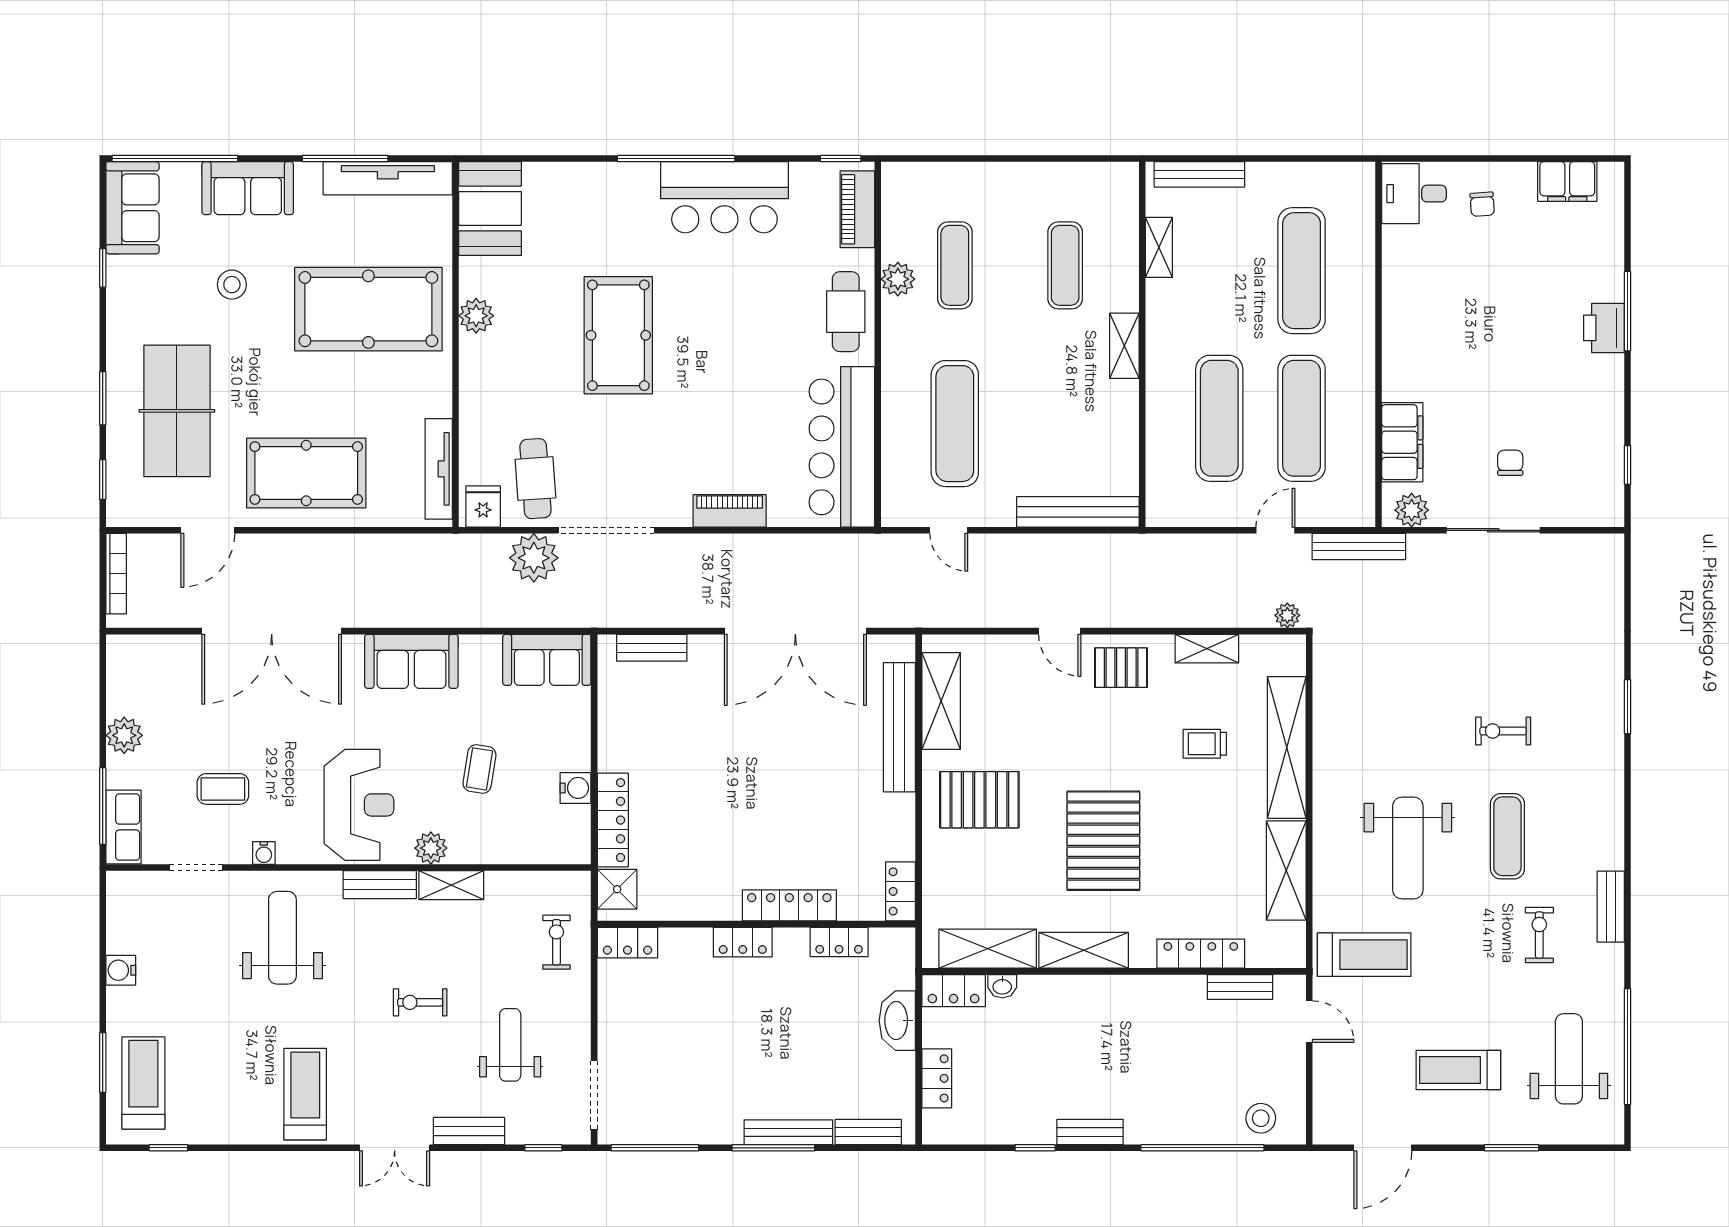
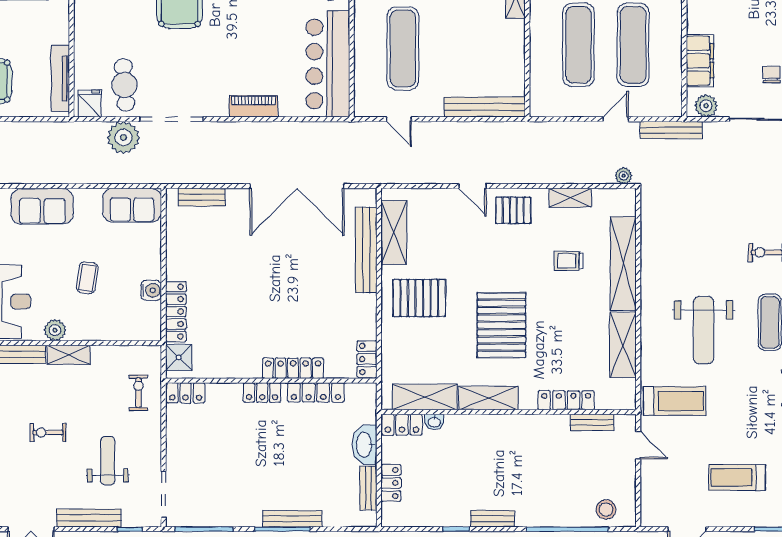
locker: (839, 942) -> (316, 392), width x1.53
bench: (469, 1131) -> (89, 518), width x1.36
bench: (868, 1132) -> (368, 488), moved, turned 90

